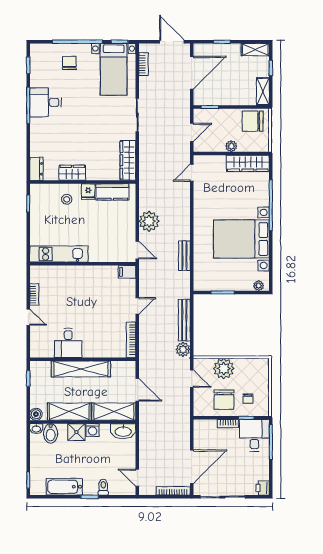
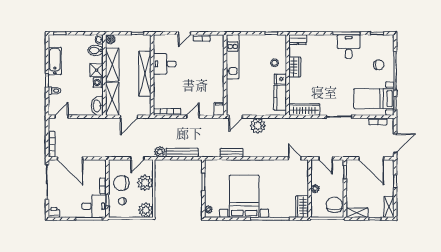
wardrobe: (248, 163) -> (302, 207), width x0.67
door: (137, 306) -> (193, 117), swing flipped
plant: (260, 368) -> (146, 210), added

